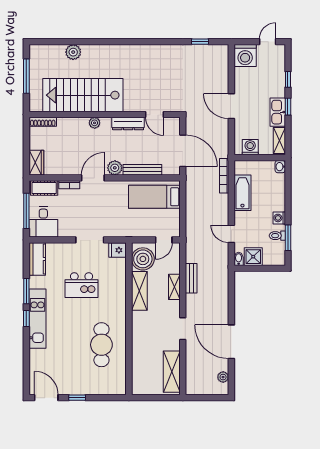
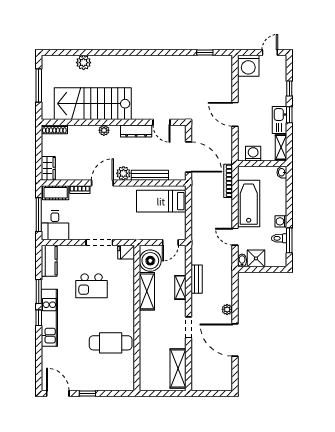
bathtub: (242, 193) -> (249, 203), width x1.36, depth x1.36
cafe table: (101, 345) -> (111, 343), turned 90
plant: (223, 377) -> (227, 309), moved

